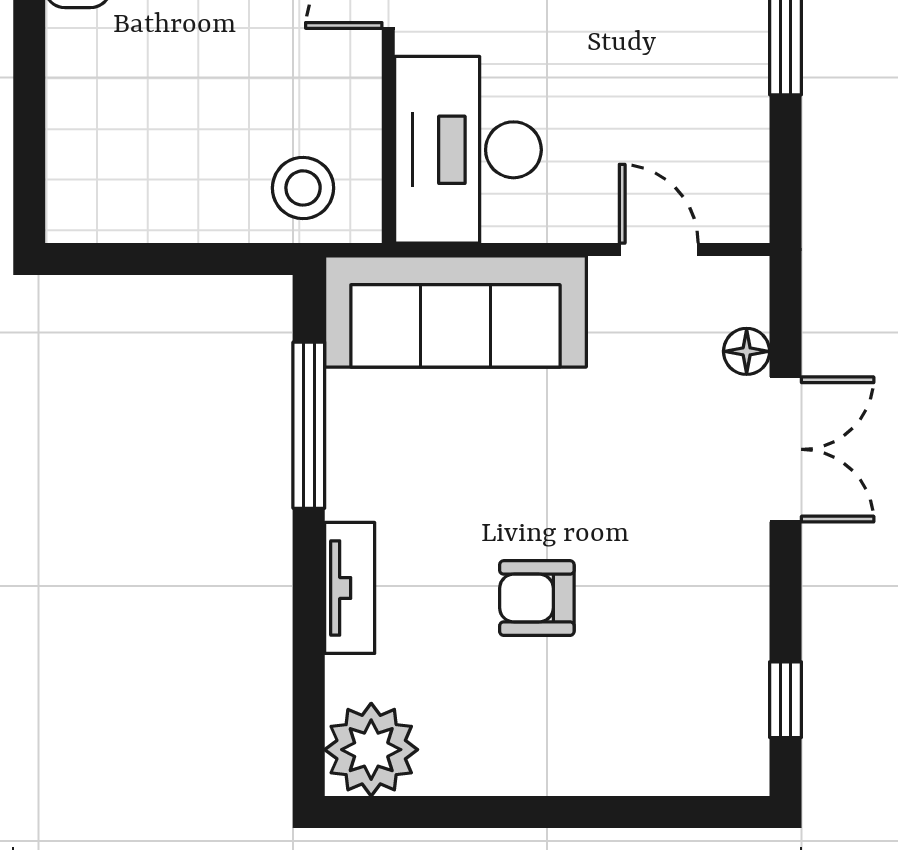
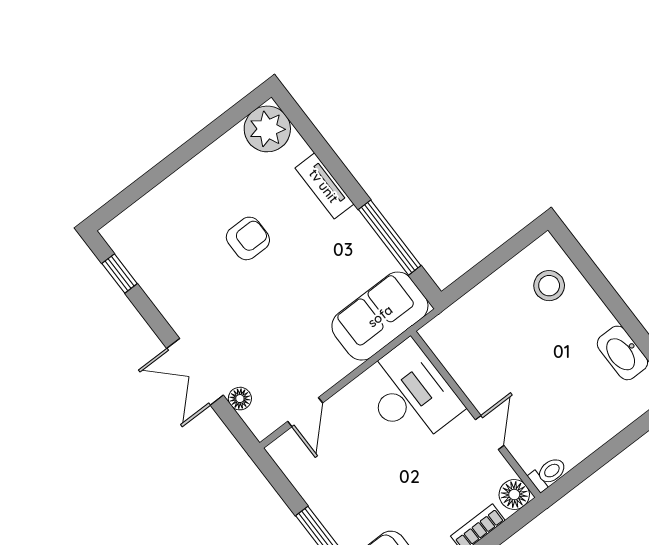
stool: (303, 188) -> (549, 286), moved
door: (659, 249) -> (305, 412), hinge flipped
sofa: (455, 311) -> (380, 316), width x0.73

